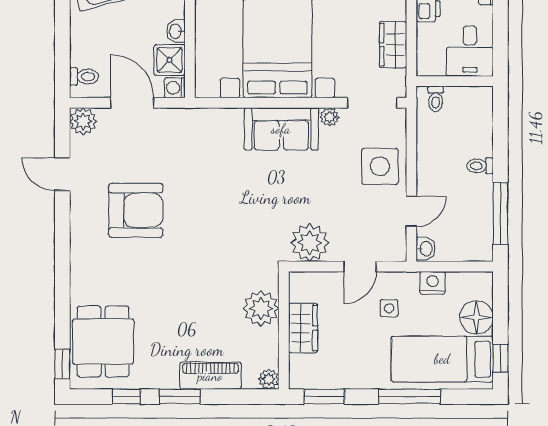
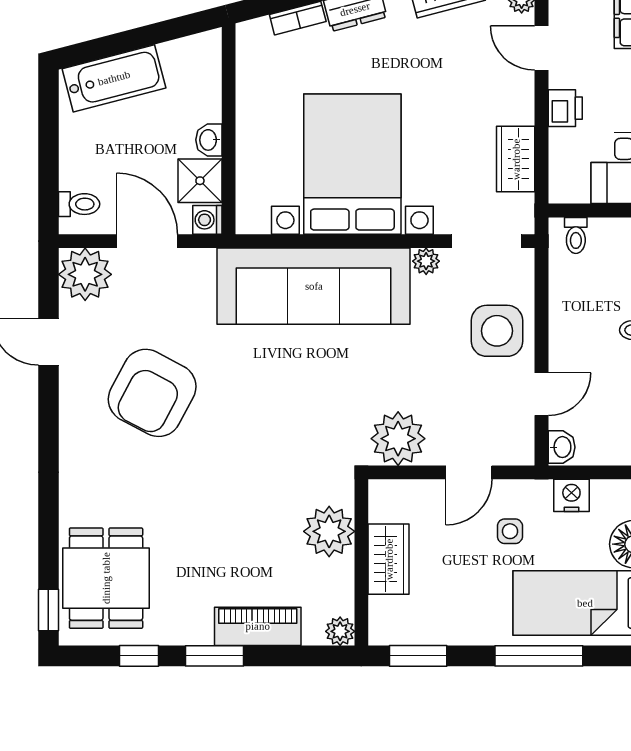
plant: (83, 121) -> (85, 274), width x1.36, depth x1.36
sofa: (281, 129) -> (314, 286), width x1.85, depth x1.27
armchair: (136, 210) -> (152, 393), turned 118

